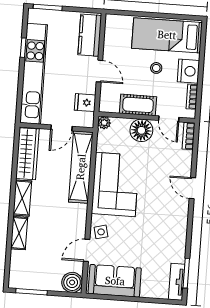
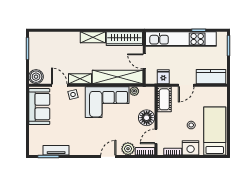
cot: (138, 105) -> (164, 99), moved
plant: (104, 123) -> (134, 91), moved
plant: (183, 160) -> (128, 149), added
shelving: (19, 233) -> (80, 79), moved
tv unit: (177, 282) -> (56, 150), moved

